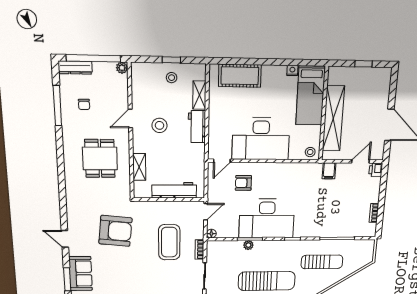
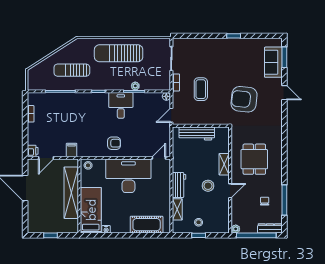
shelving: (139, 167) -> (224, 164), moved
armchair: (243, 183) -> (114, 143), moved
desk: (267, 218) -> (121, 105), width x0.53, depth x0.77
coffee table: (169, 242) -> (201, 89), width x0.73, depth x0.76

